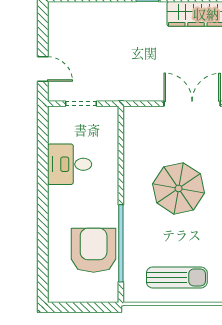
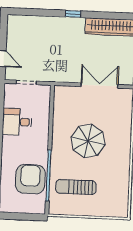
sun lounger: (177, 277) -> (76, 187), moved, turned 180

